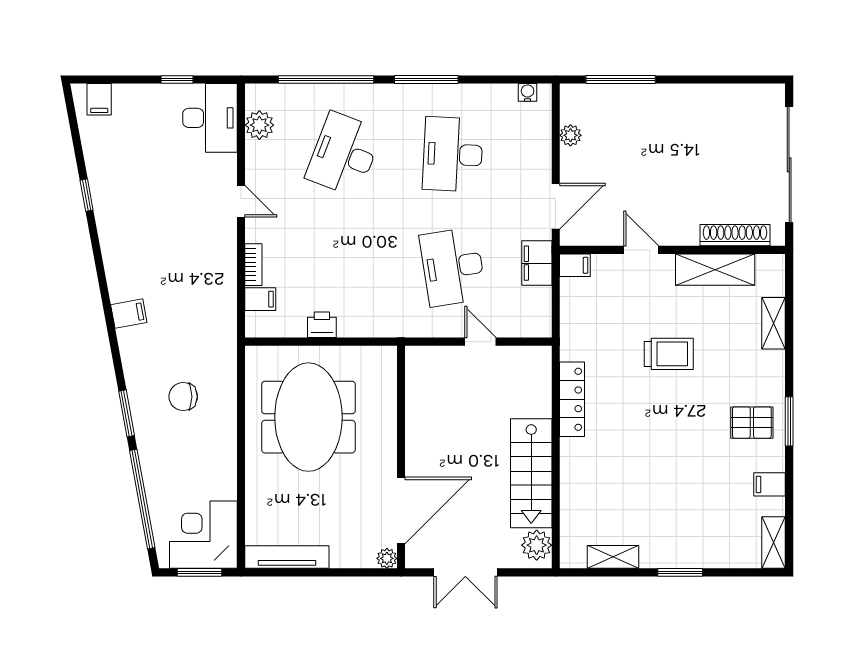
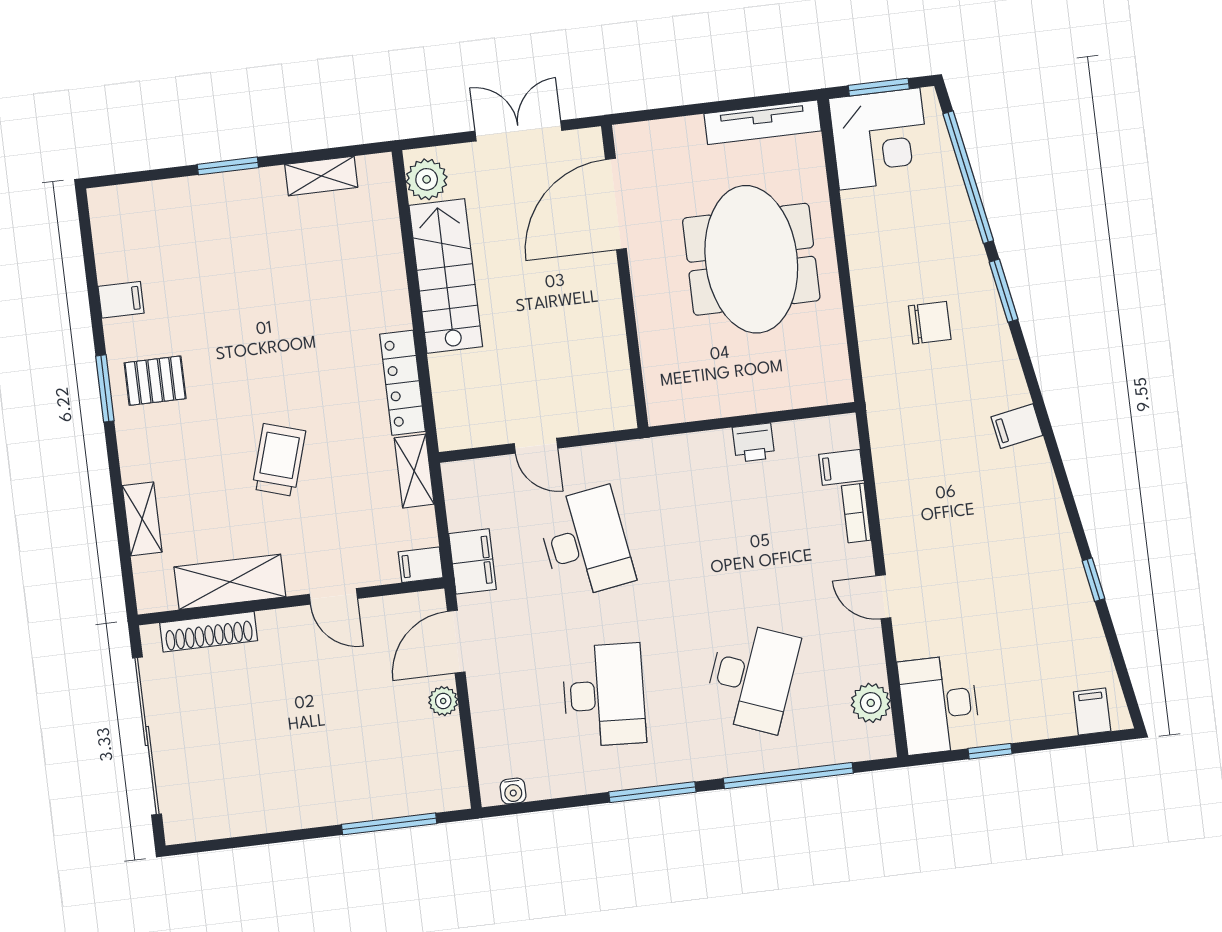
plant: (570, 135) -> (443, 701), moved
trolley: (669, 354) -> (279, 460), turned 107
meeting table: (308, 417) -> (751, 259), moved
shelving: (774, 543) -> (414, 471), moved
plant: (387, 558) -> (627, 137), removed

